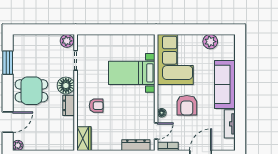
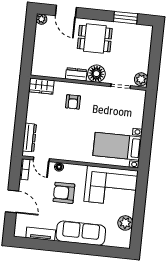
bed with nightstands: (132, 73) -> (117, 146), moved, turned -90
dining table: (31, 91) -> (95, 39), turned 90

